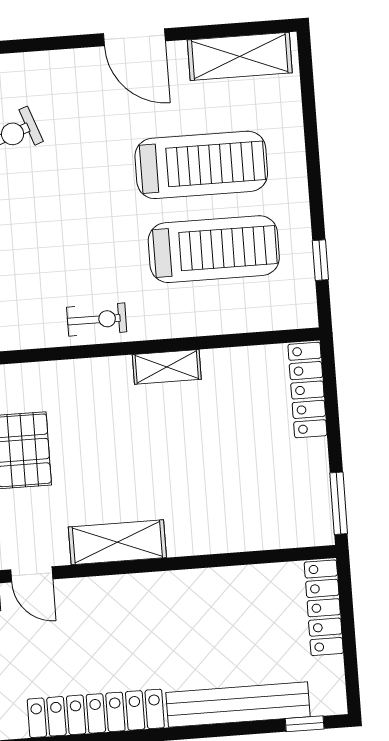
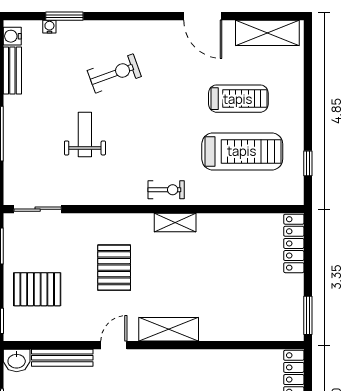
treadmill: (201, 165) -> (238, 99), width x0.73, depth x0.73
shelving: (167, 367) -> (175, 223), moved
door: (32, 574) -> (114, 345), swing flipped

